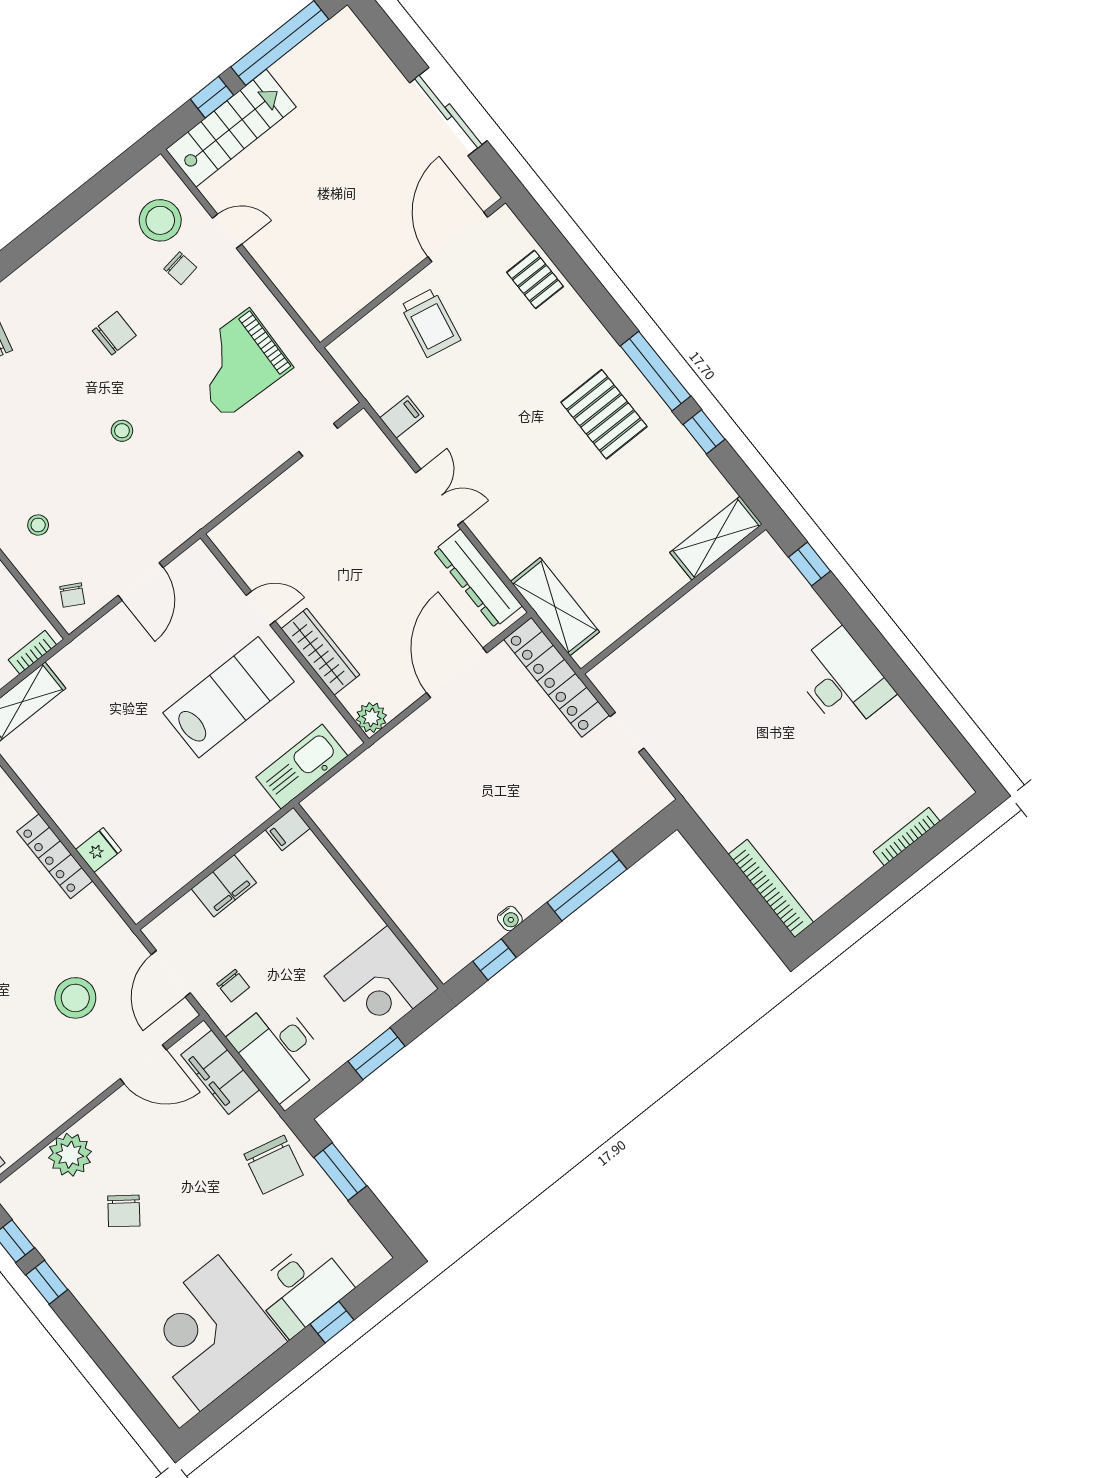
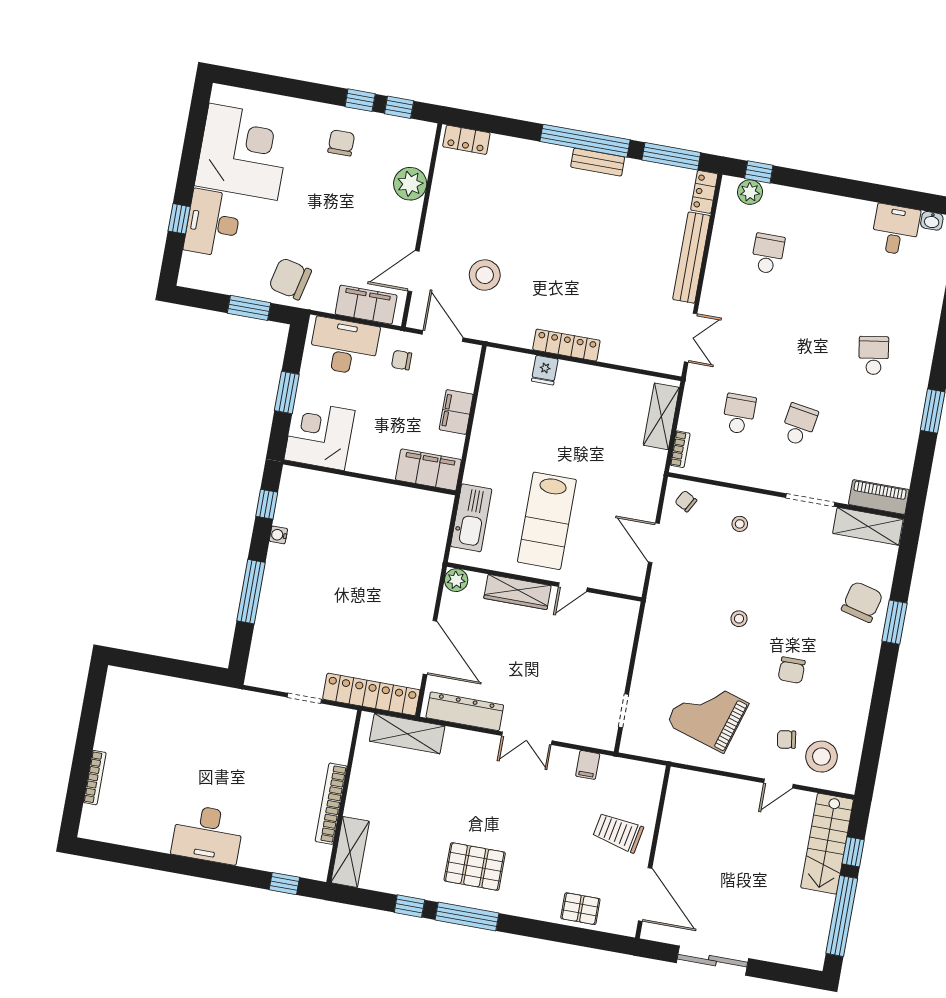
grand piano: (237, 363) -> (707, 714), turned -75
filing cabinet: (288, 829) -> (428, 470), width x3.00, depth x1.17
bookcase: (771, 888) -> (331, 804), moved, turned 90
chair: (124, 1211) -> (341, 143), moved, turned 53

